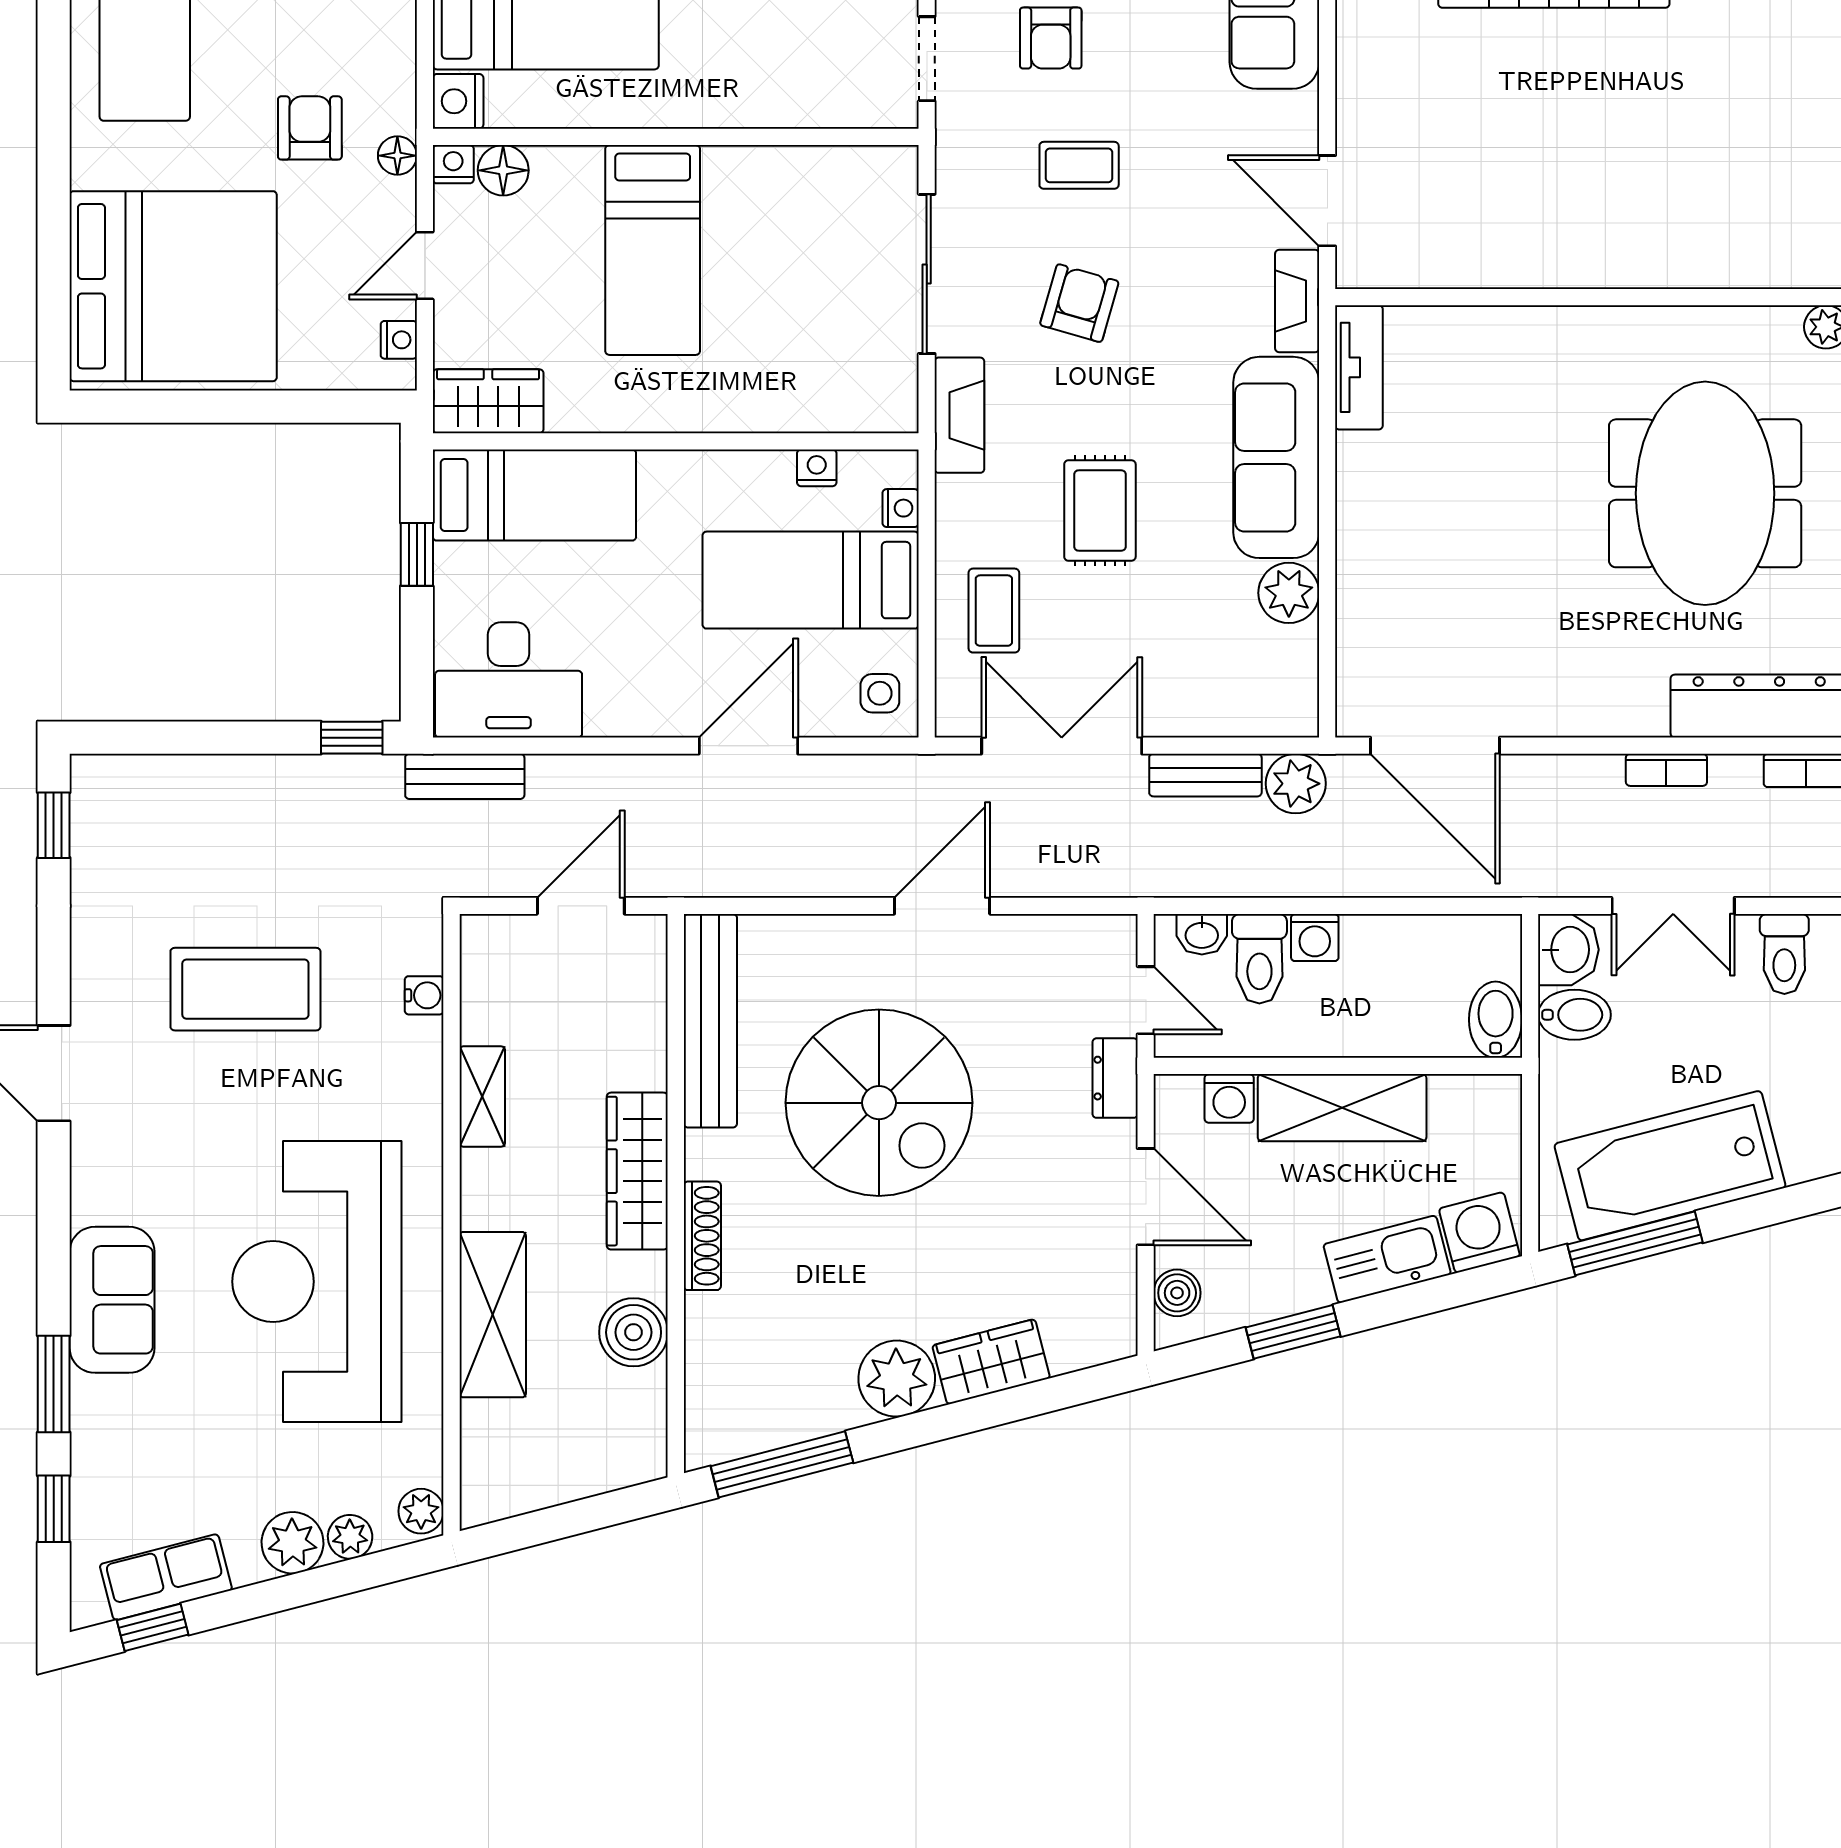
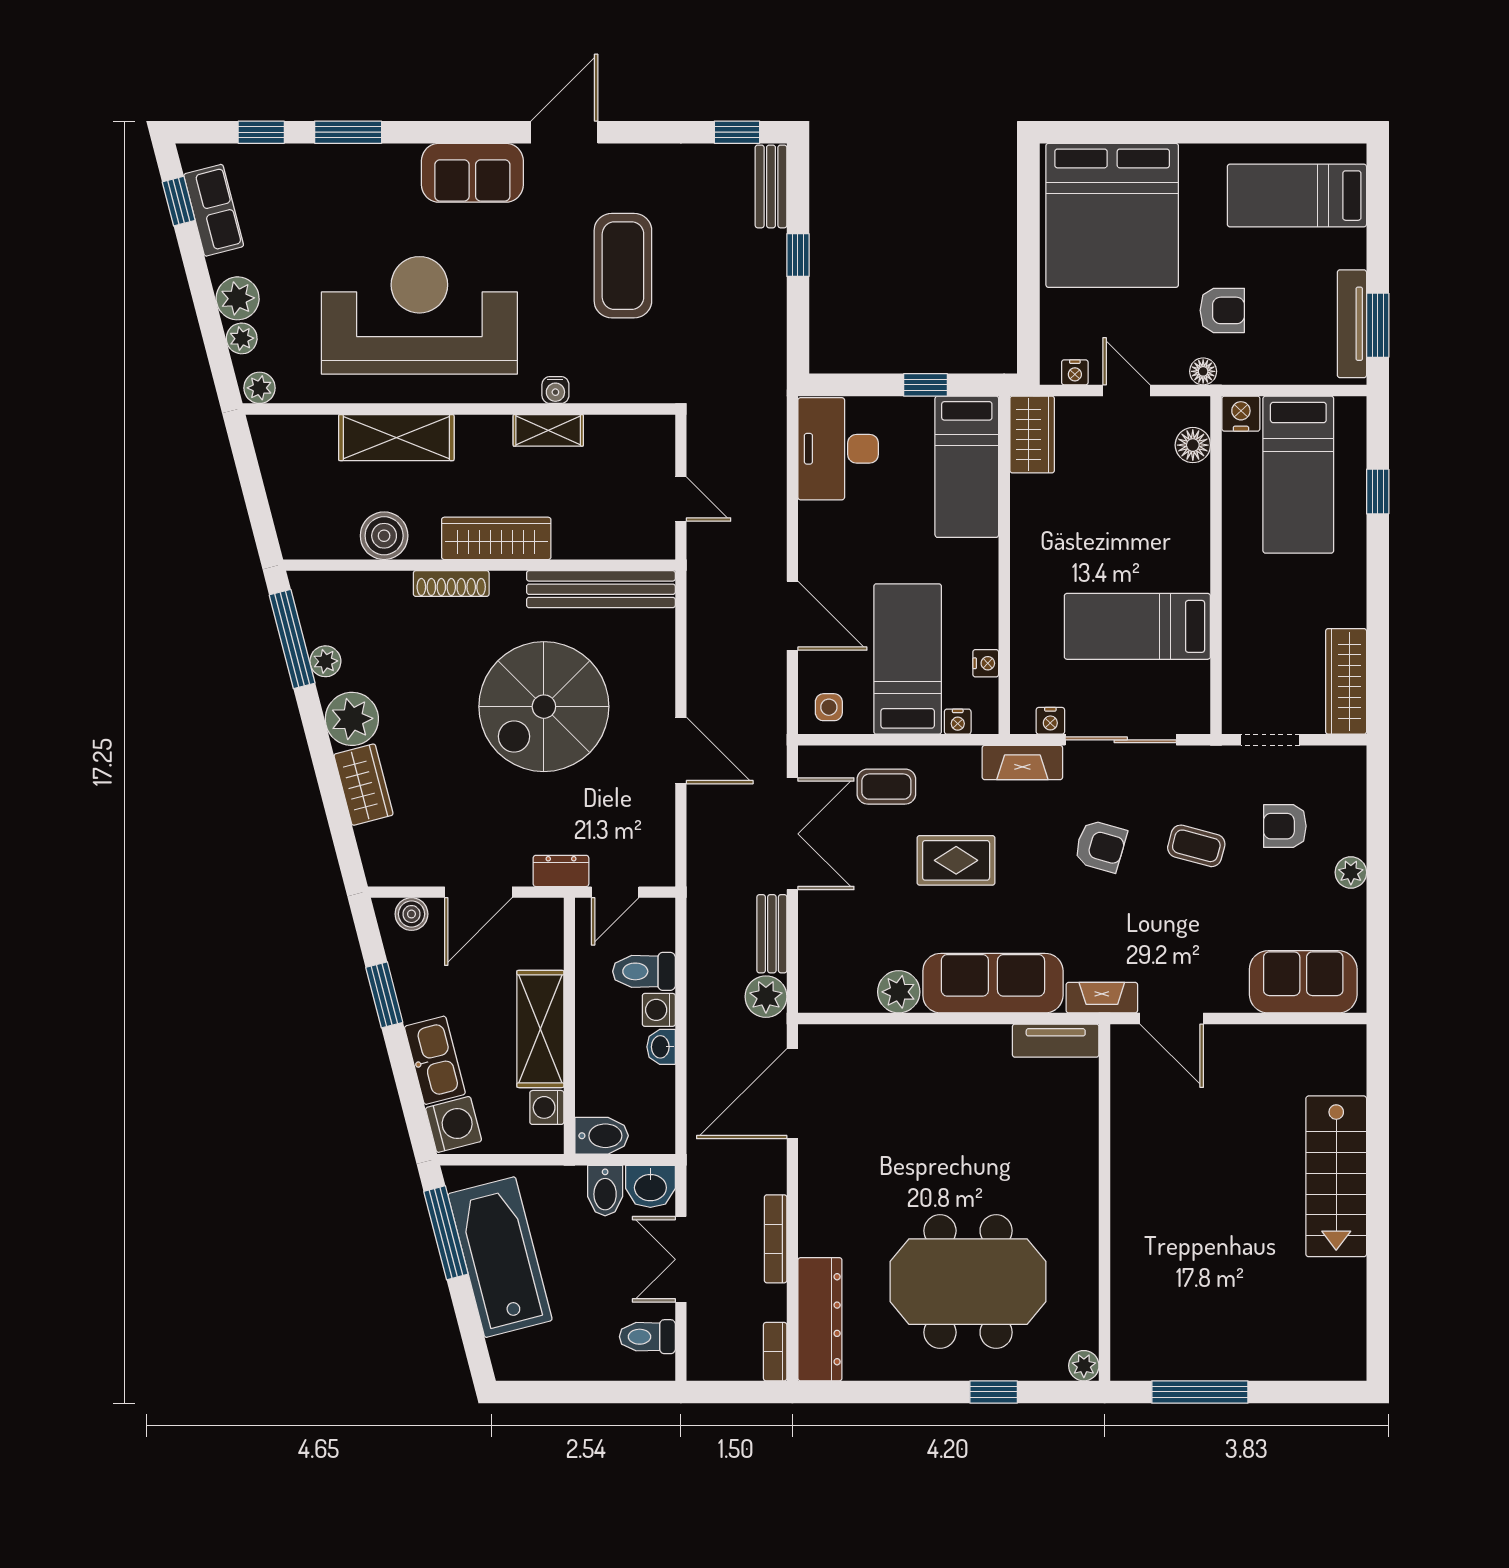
nightstand: (453, 164) -> (1050, 721), moved, turned 90
coffee table: (1079, 165) -> (1196, 846), turned -75
door: (1327, 201) -> (1172, 1018), swing flipped
bed: (653, 250) -> (1137, 626), moved
window: (352, 738) -> (798, 255), moved
bookcase: (1666, 770) -> (776, 1239), width x1.56
bench: (465, 776) -> (771, 186), moved
door: (581, 906) -> (681, 499), width x0.73
washbasin: (1202, 934) -> (661, 1047), moved
water cooler: (424, 995) -> (555, 390), moved
washing machine: (1229, 1098) -> (547, 1107), moved
sofa: (112, 1300) -> (472, 173), moved
plant: (814, 1417) -> (325, 661), added

